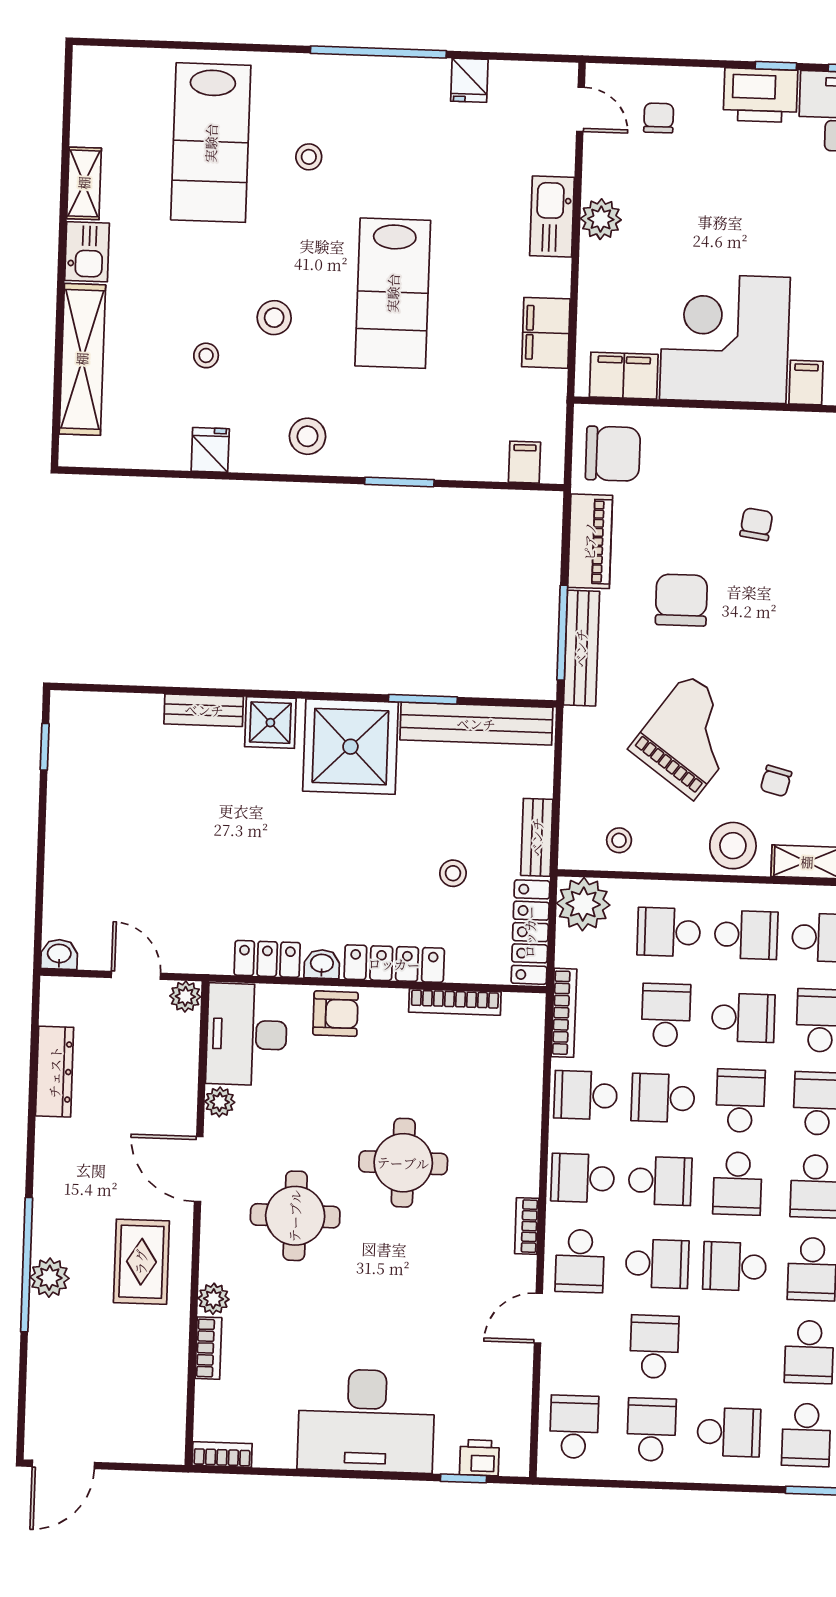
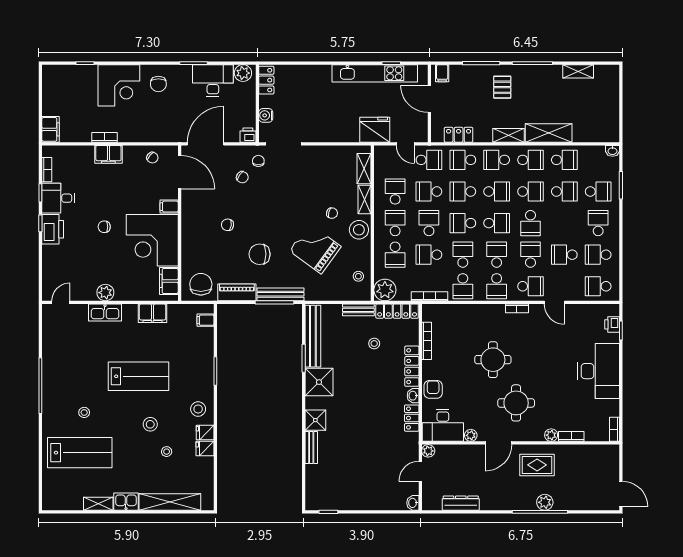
fridge: (469, 80) -> (205, 432), moved, turned 180
chair: (659, 118) -> (104, 227), moved
shower: (350, 747) -> (319, 382), width x0.73, depth x0.73
school desk: (663, 1098) -> (463, 255), turned 180

